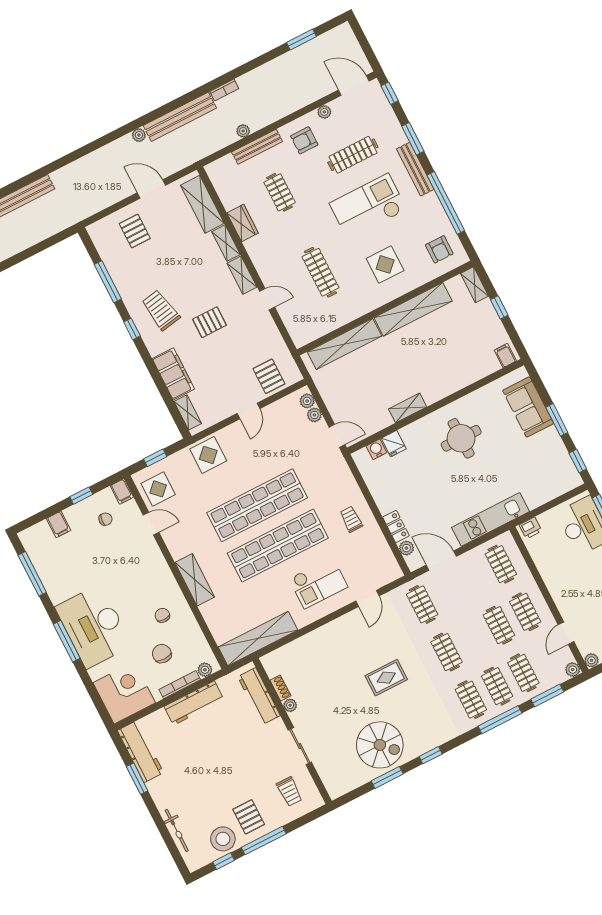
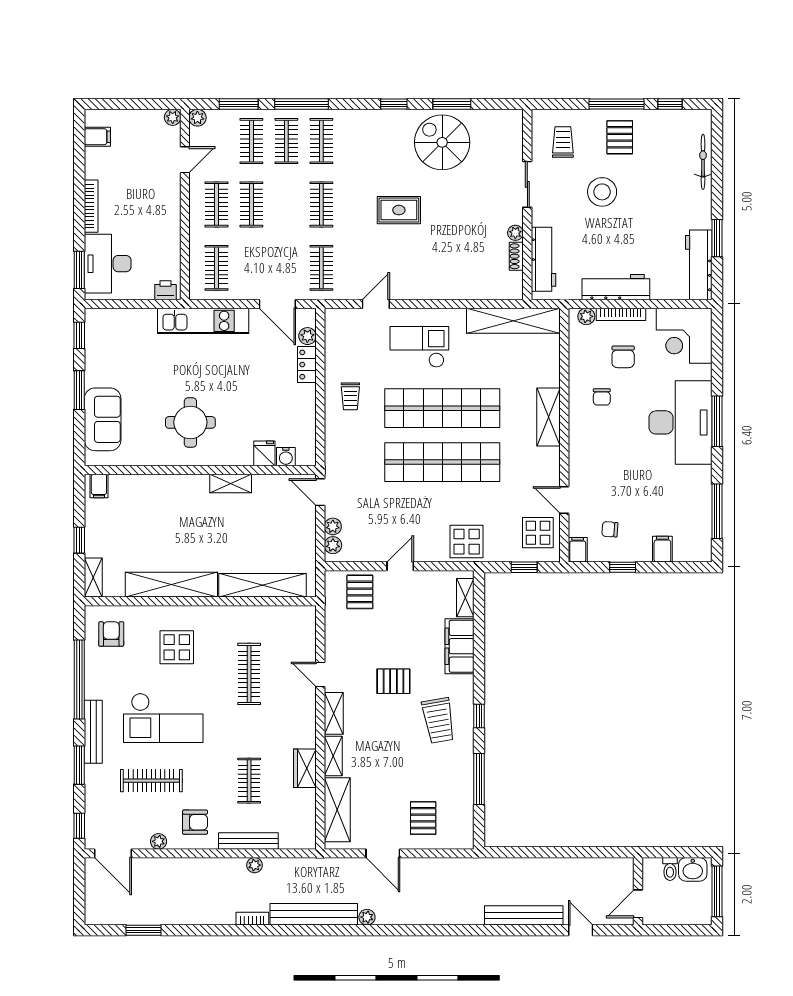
stool: (223, 839) -> (602, 192), moved

